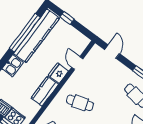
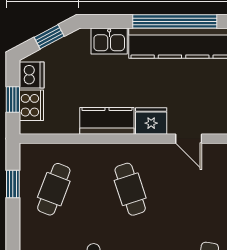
door: (77, 63) -> (189, 139), swing flipped

